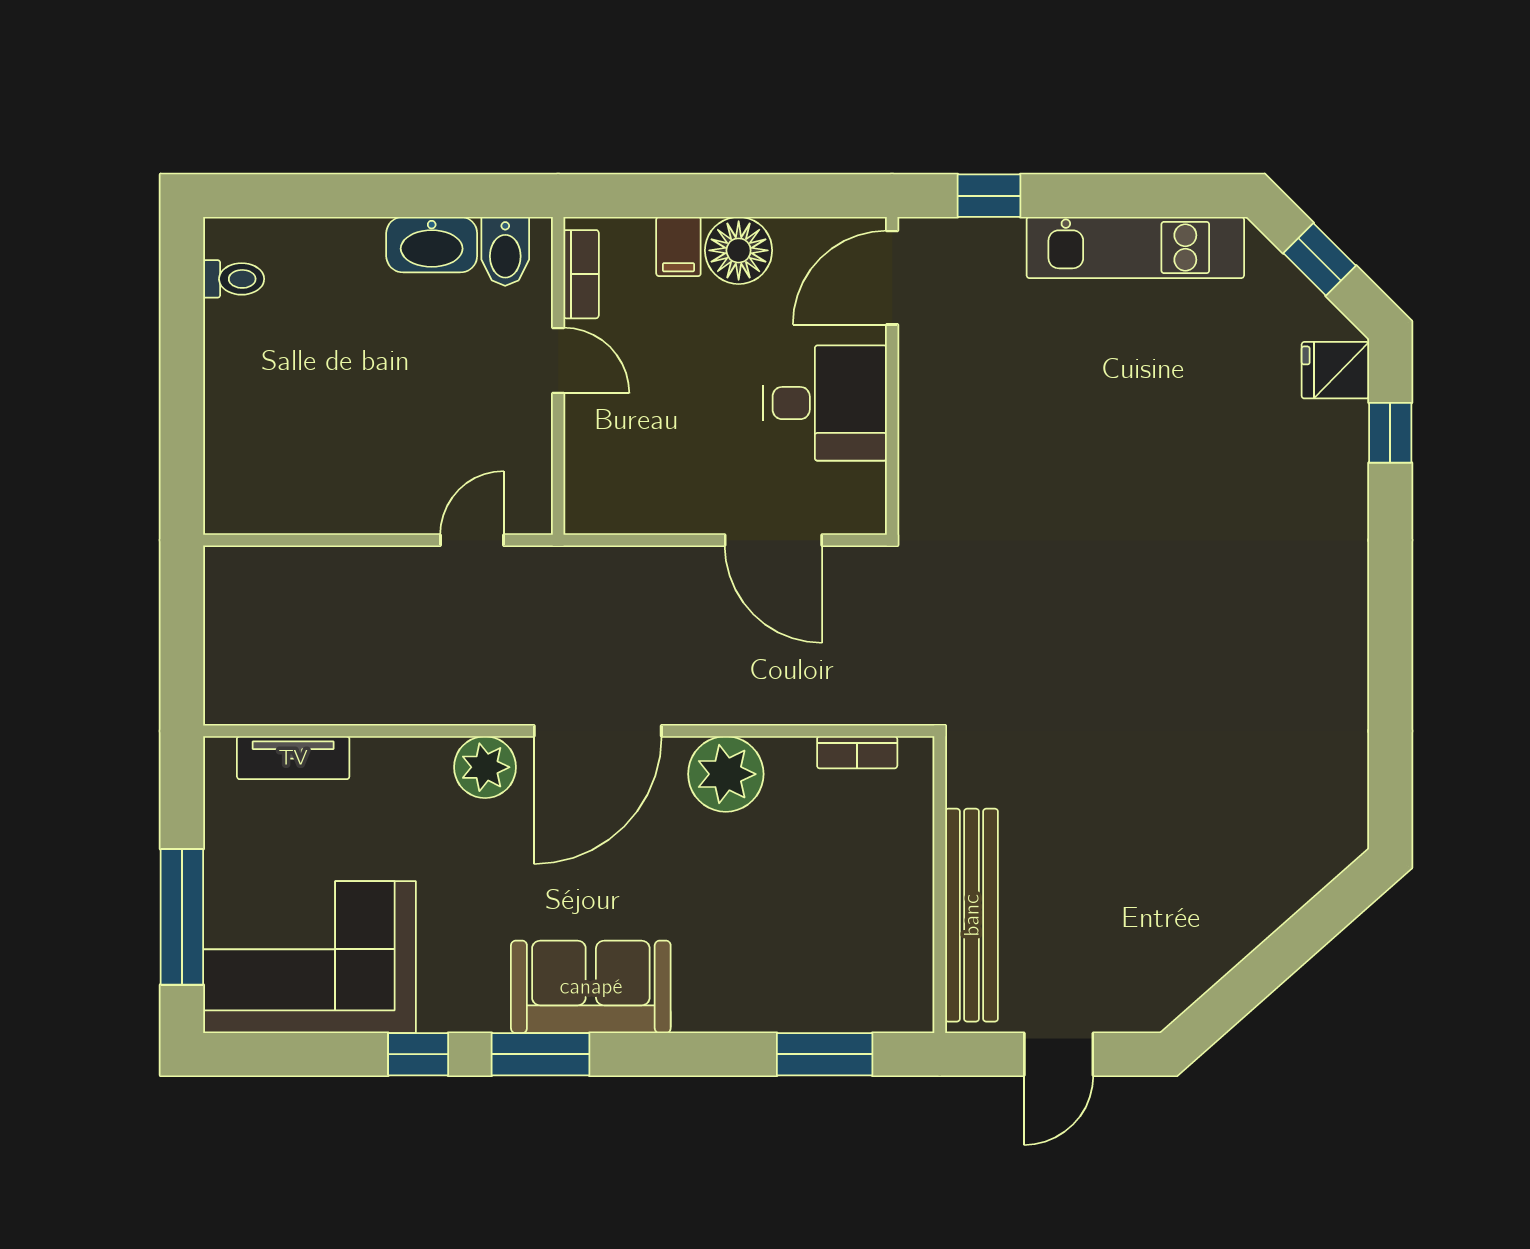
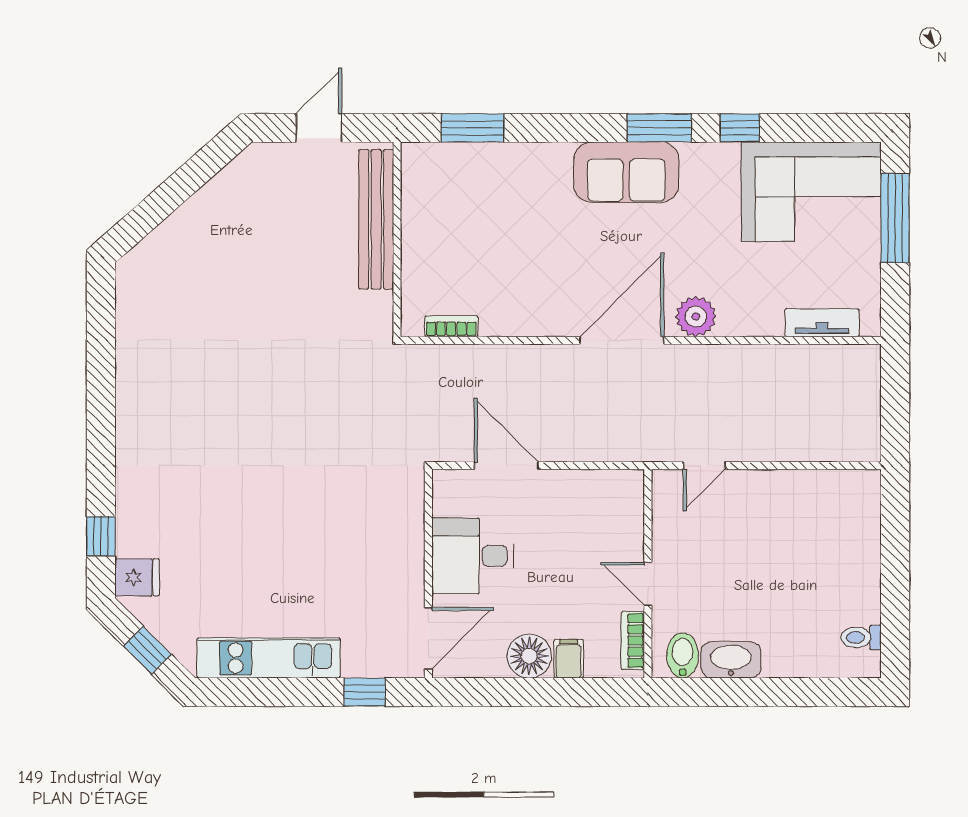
plant: (726, 774) -> (538, 312), removed

